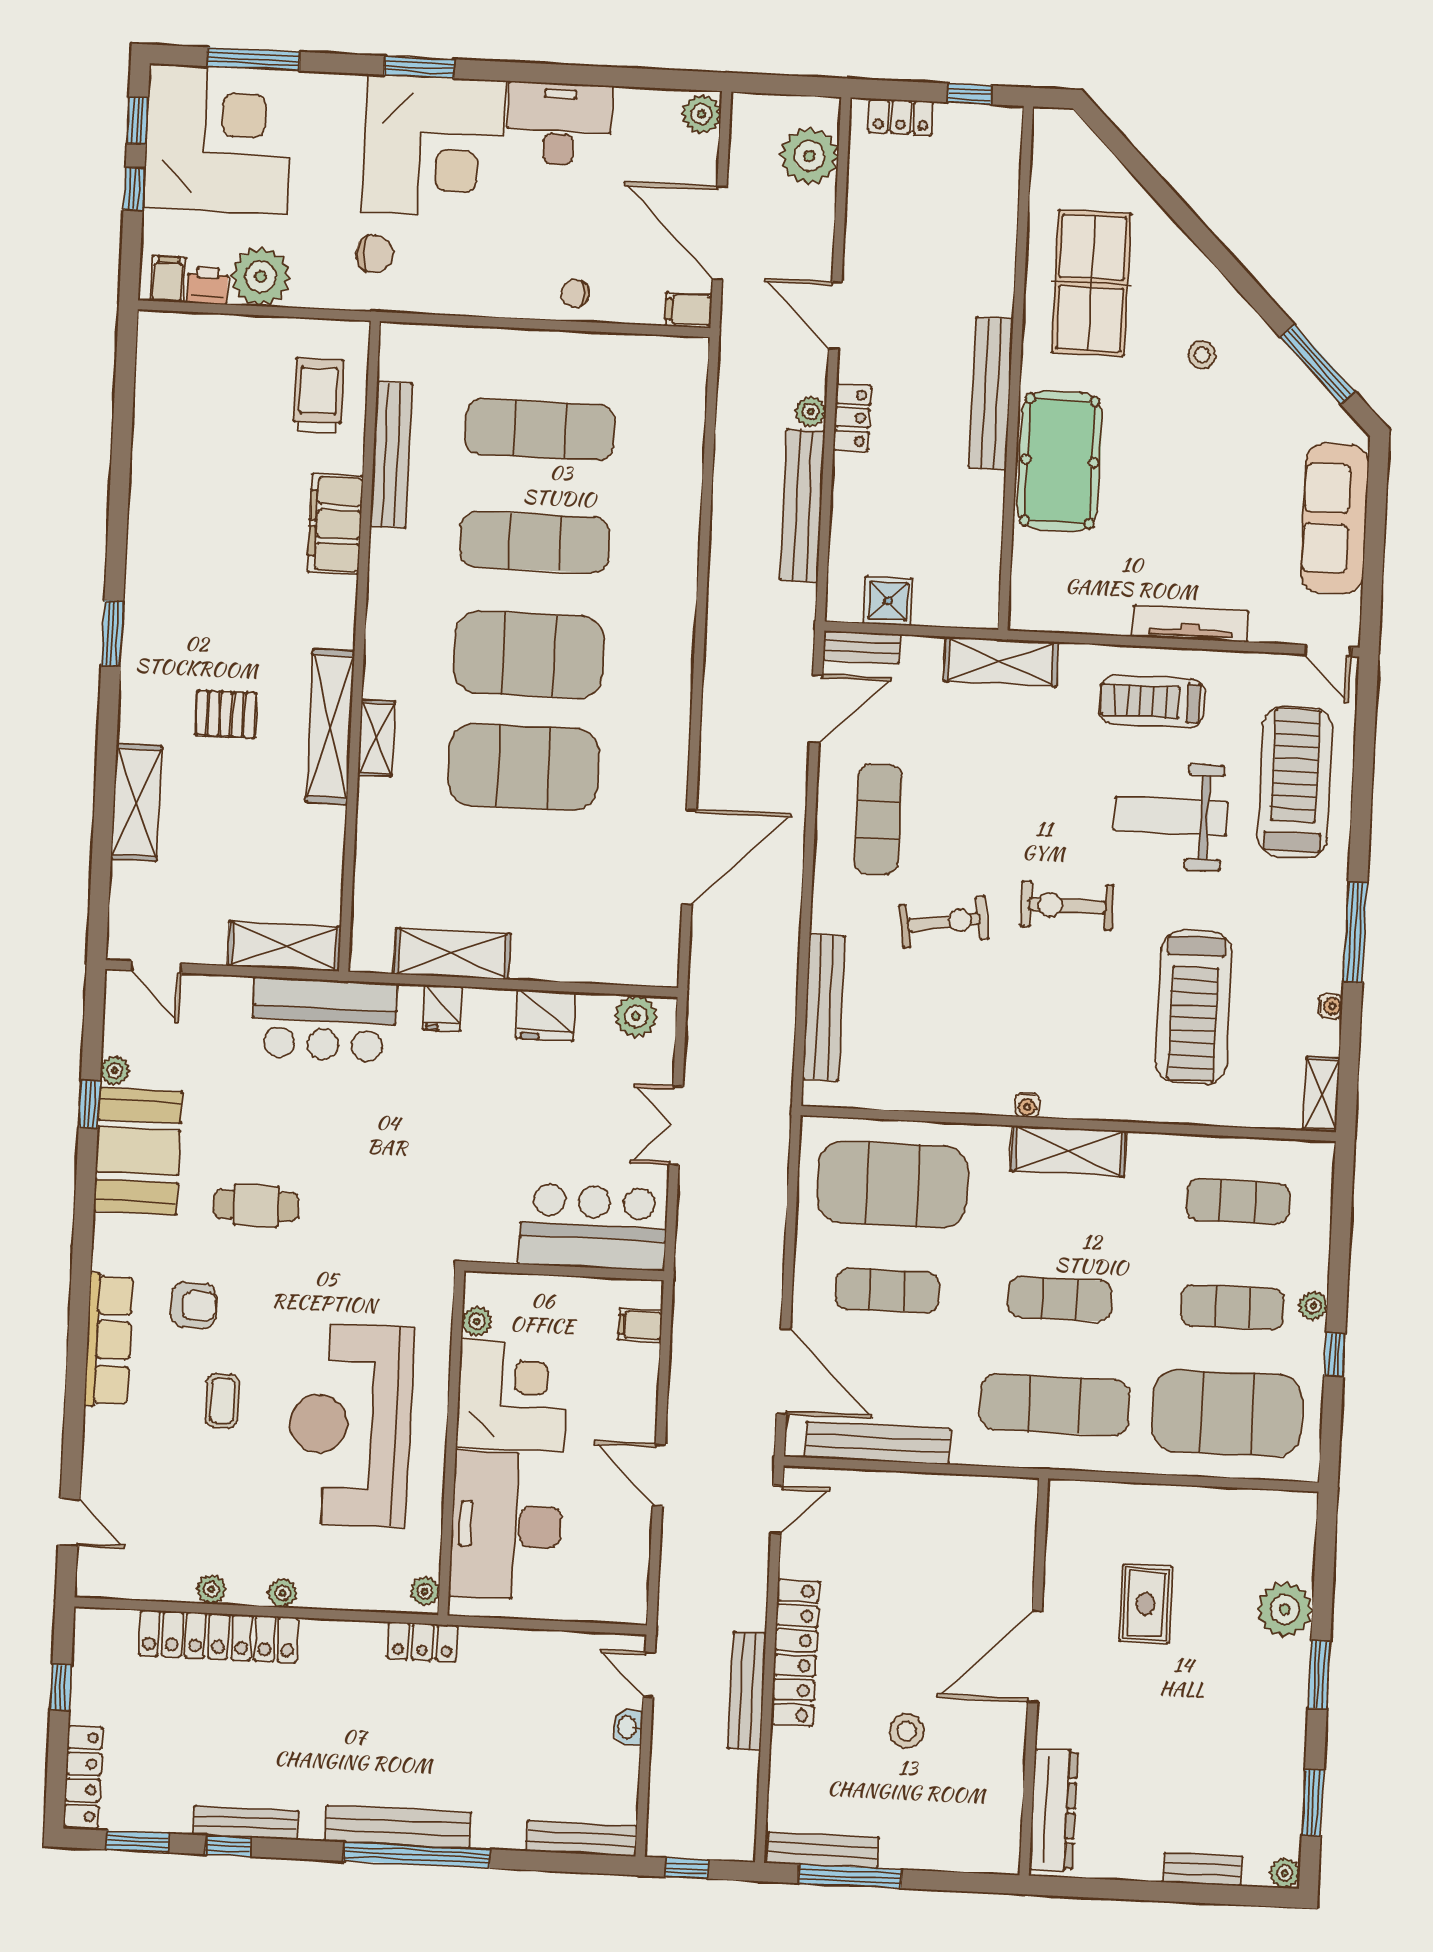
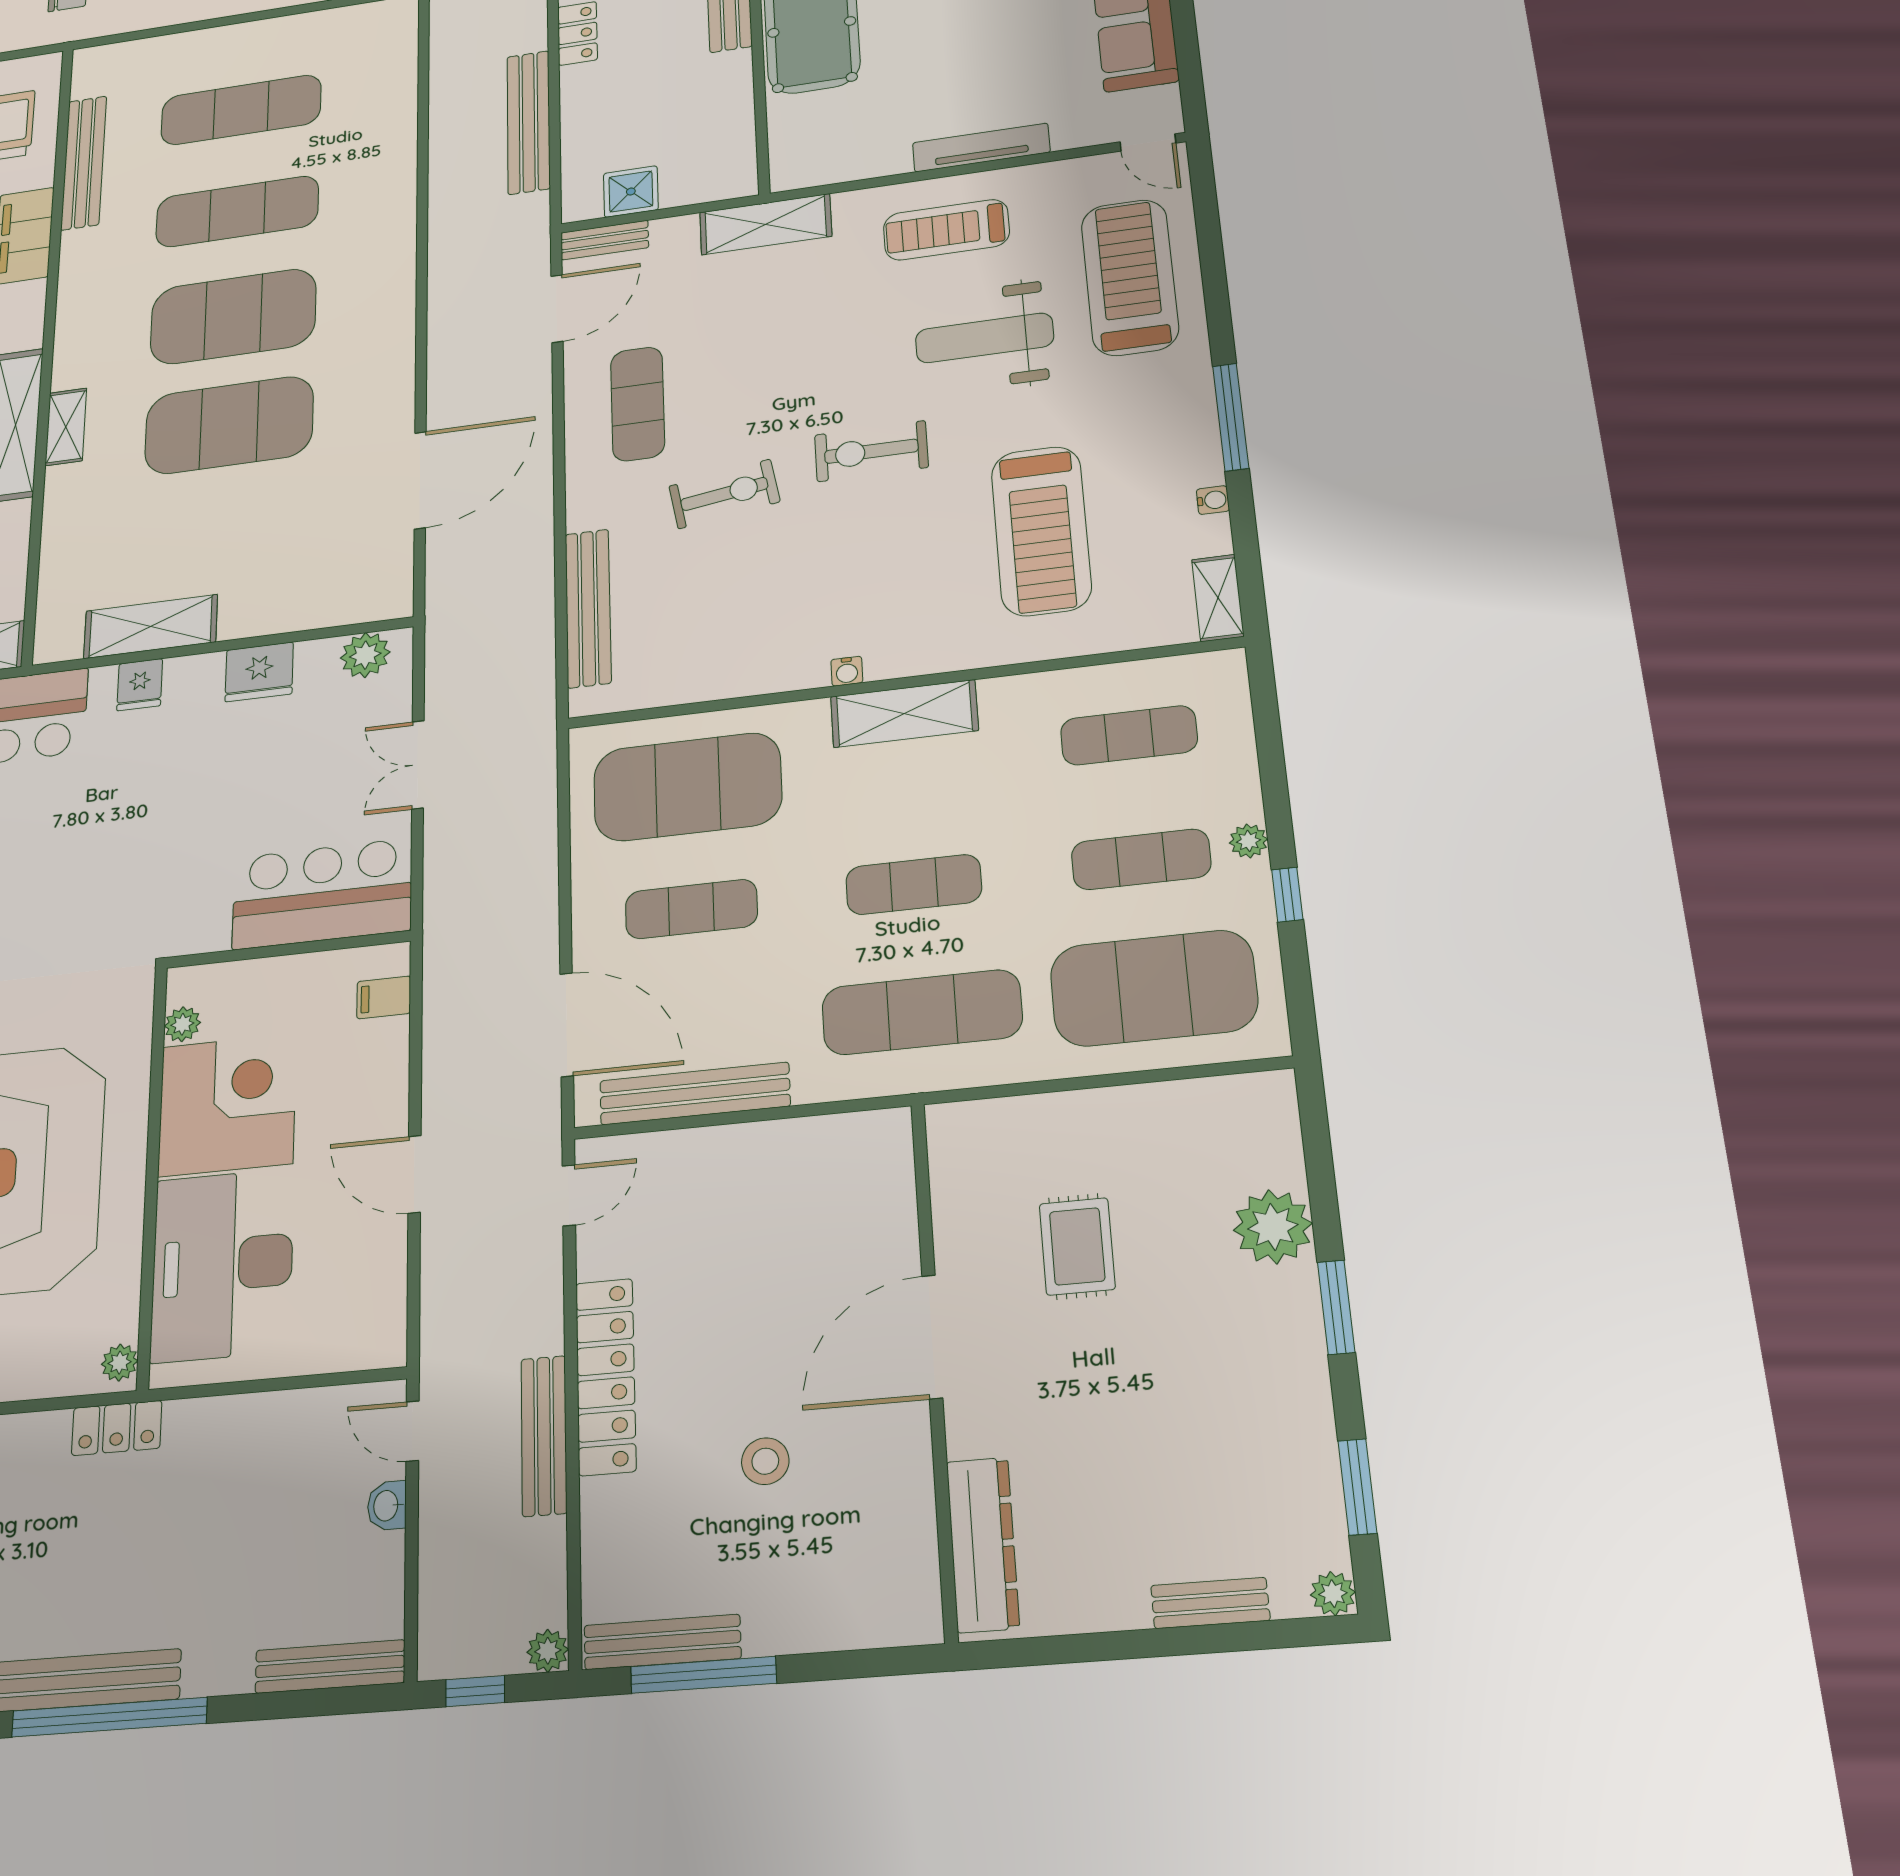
plant: (811, 412) -> (548, 1651), moved

